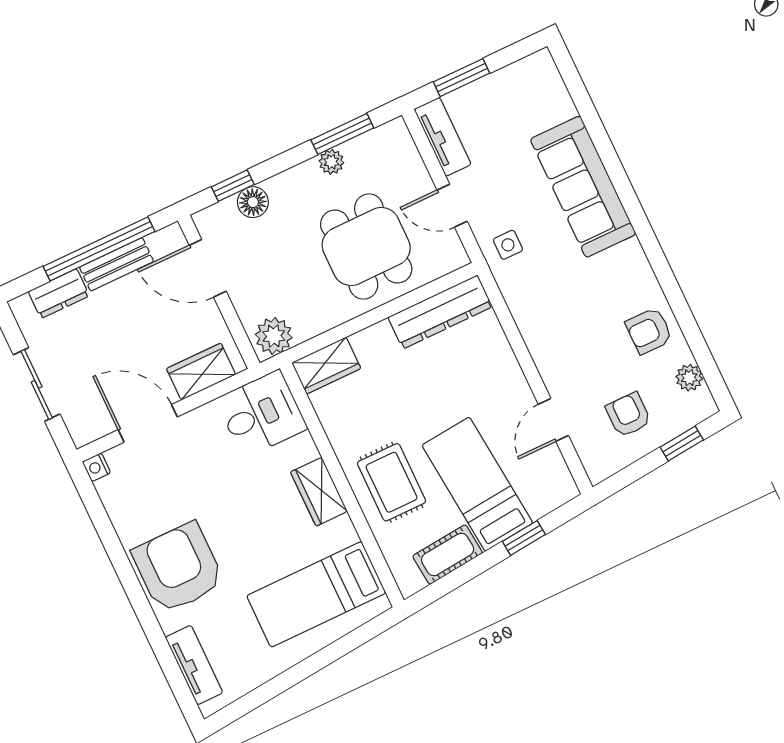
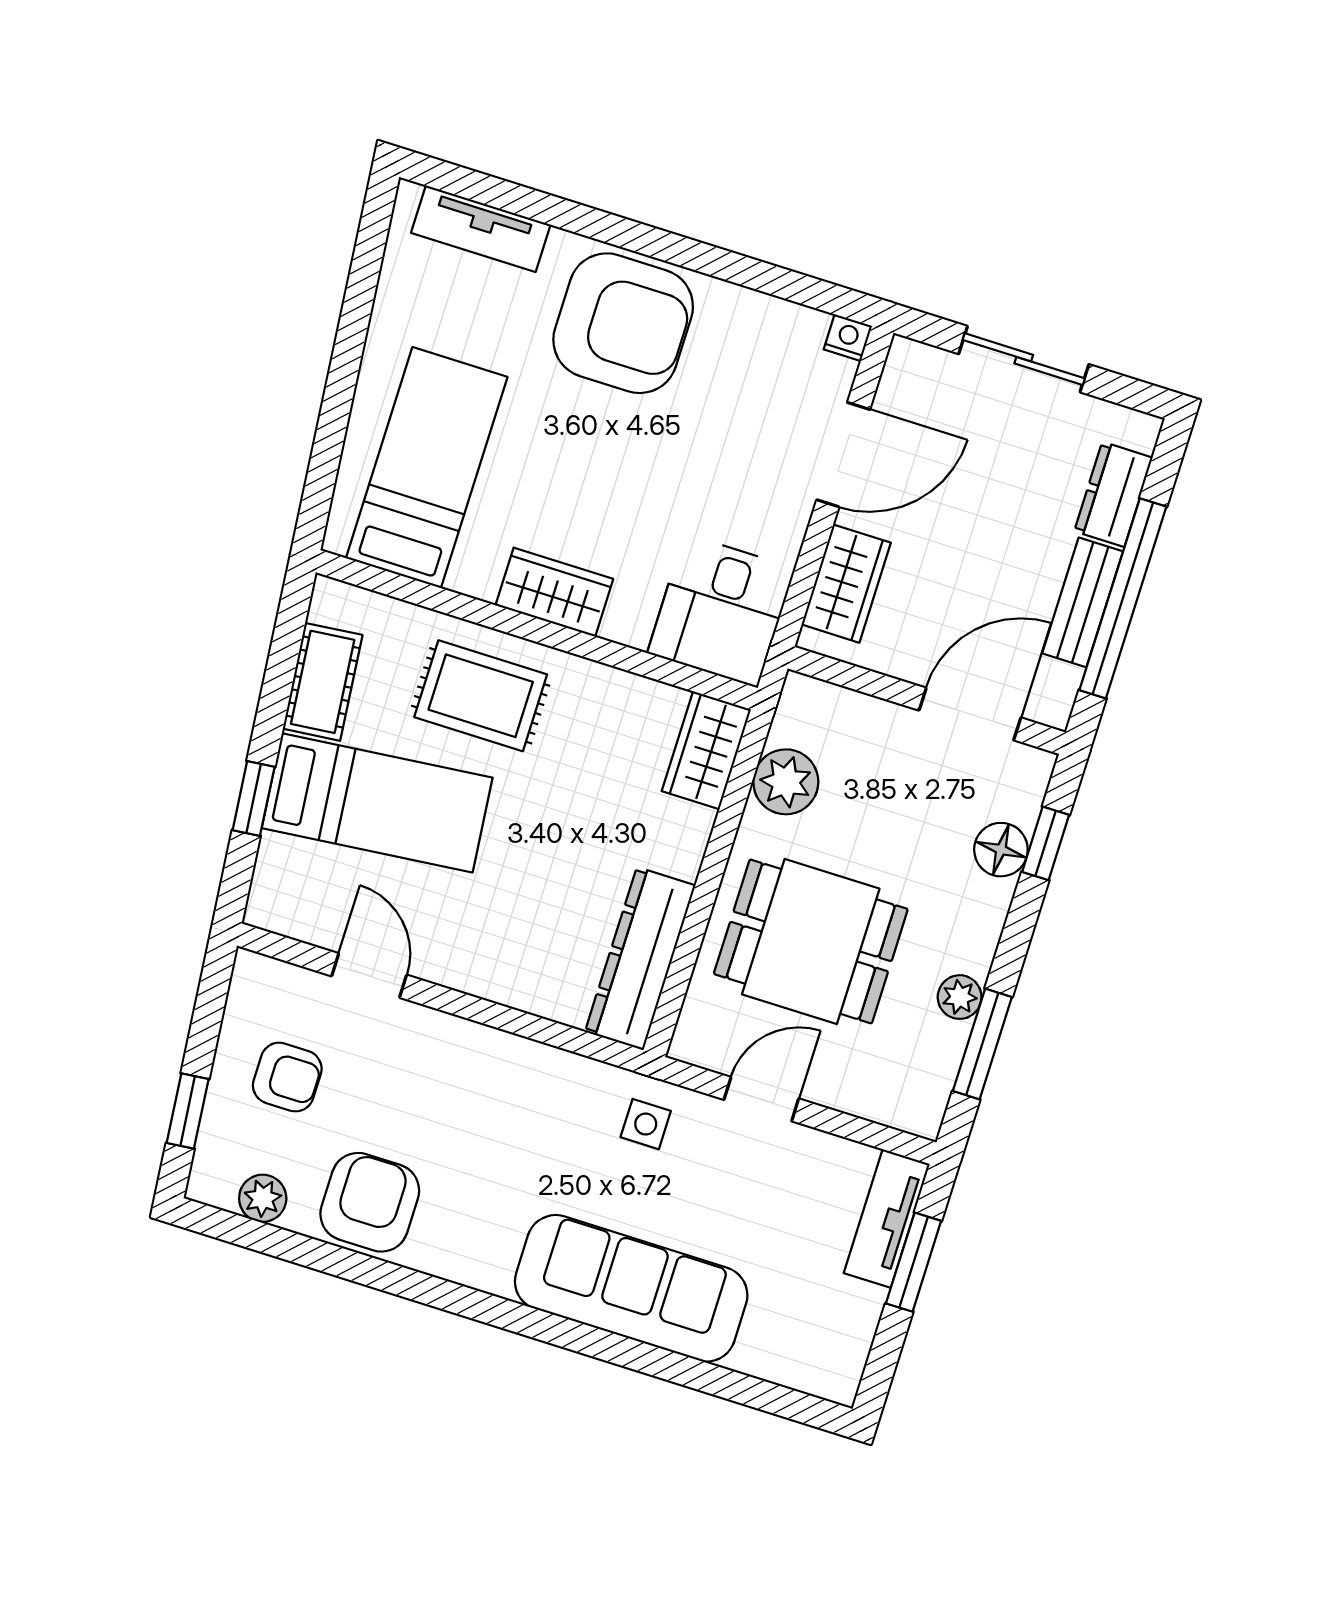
tv unit: (443, 137) -> (887, 1219), moved, turned 90
armchair: (649, 331) -> (370, 1202), width x1.38, depth x1.38
plant: (274, 336) -> (786, 782), moved

